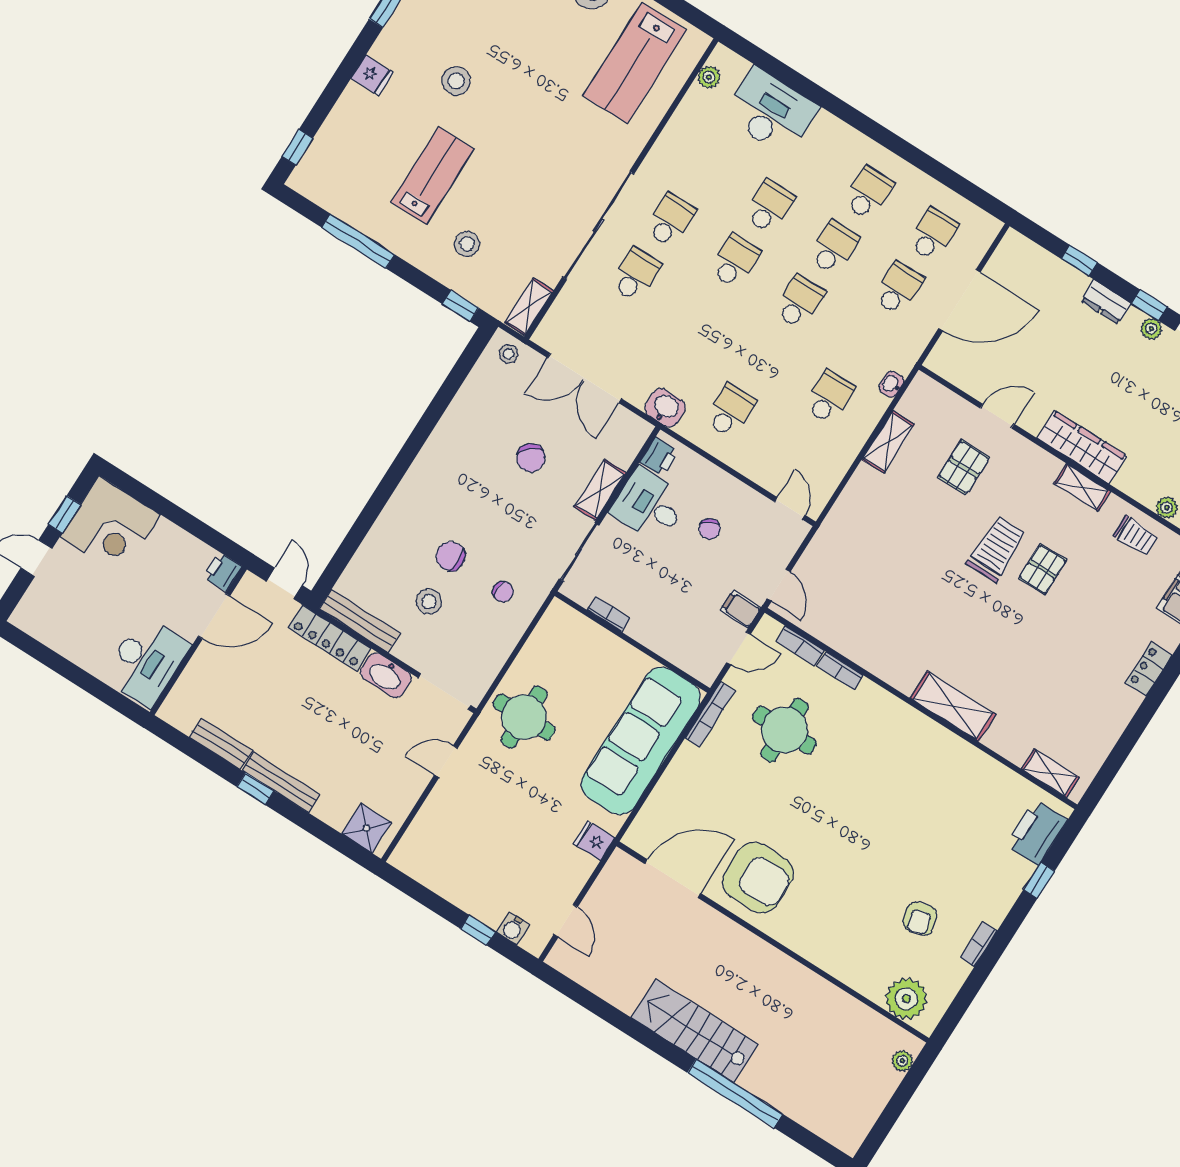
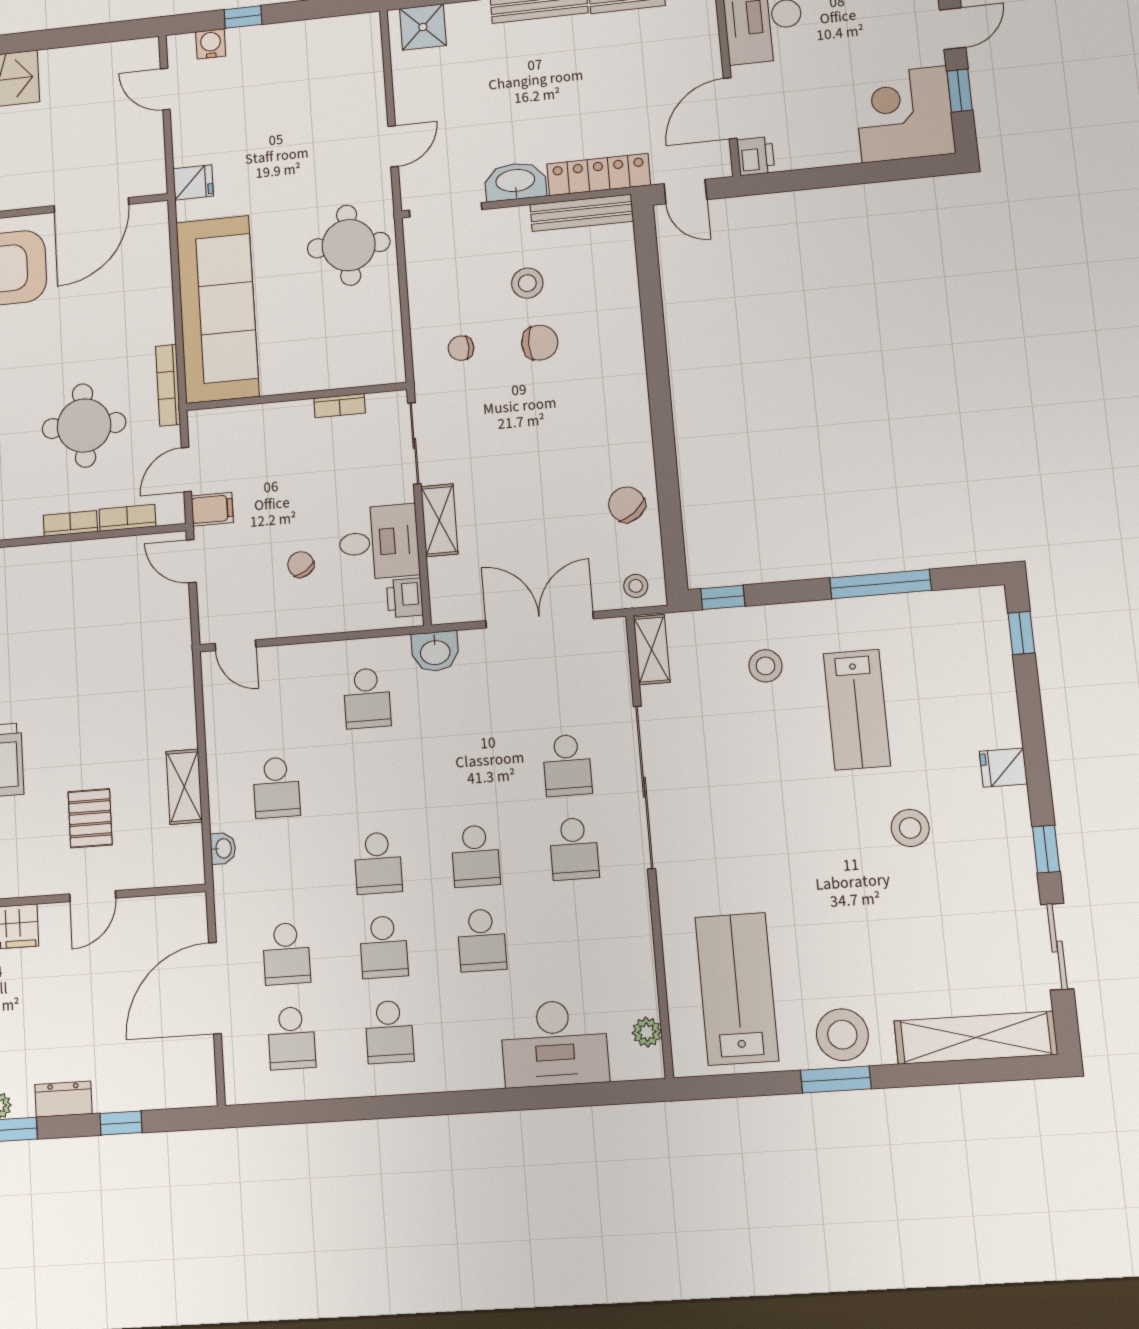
chair: (531, 458) -> (627, 504), moved

